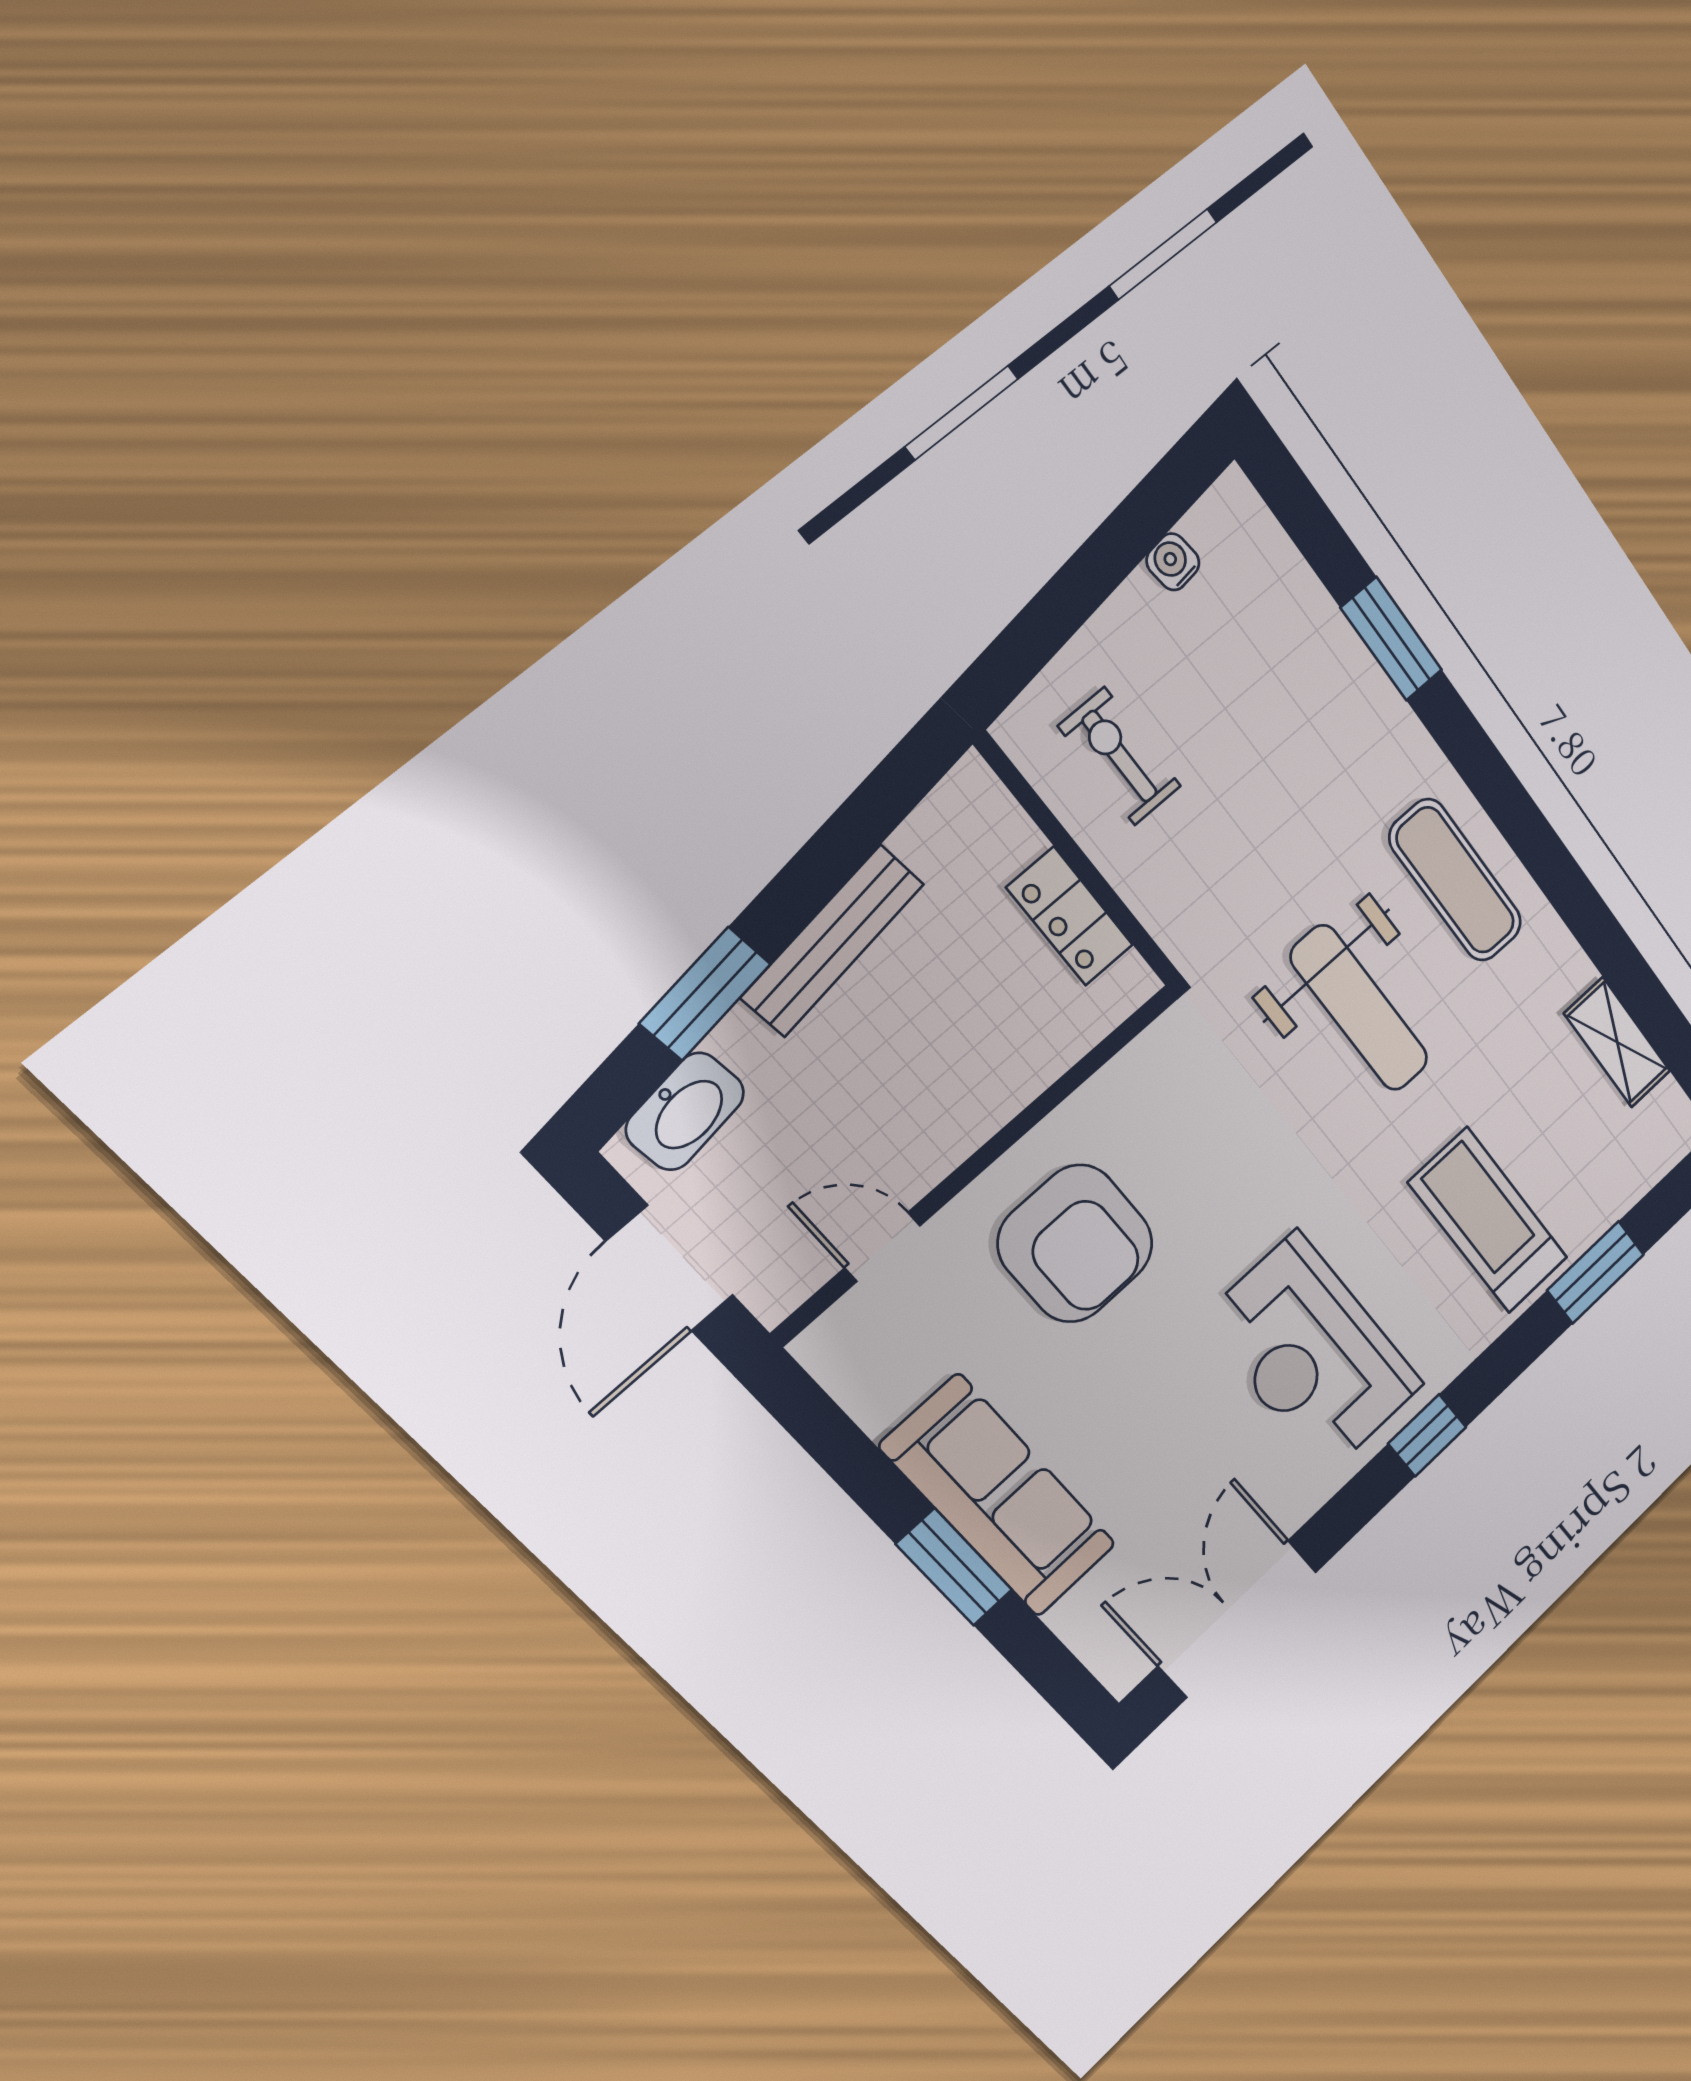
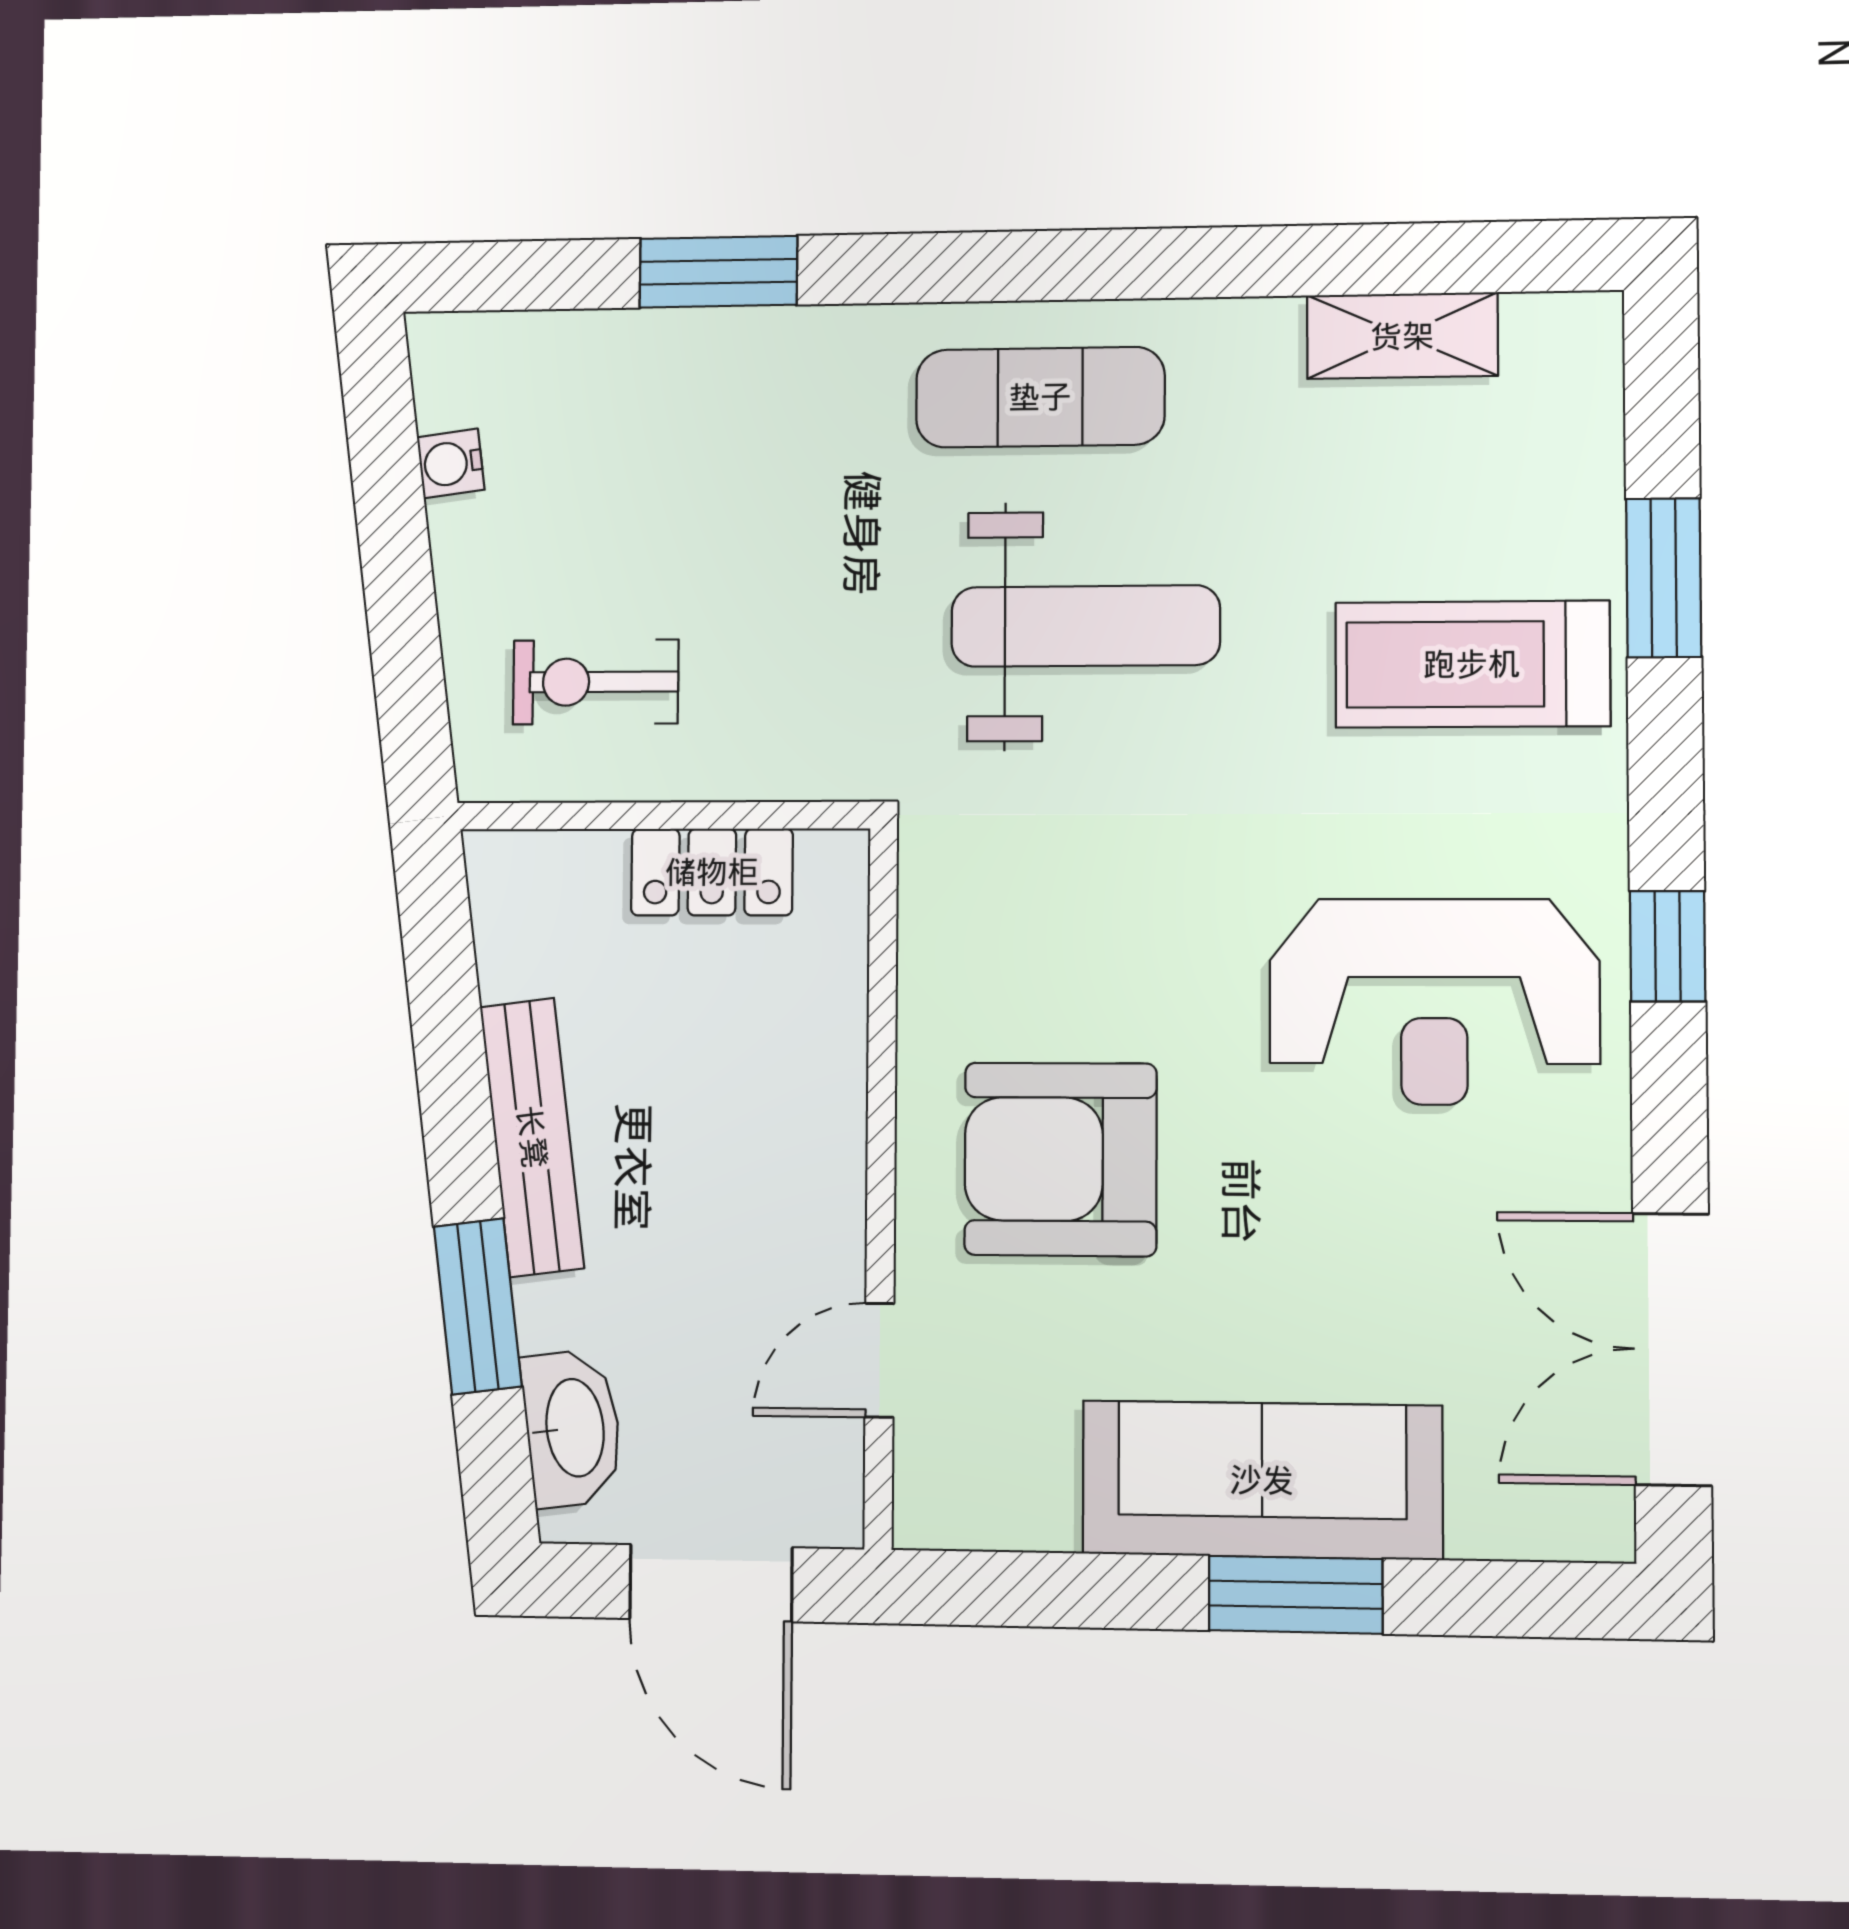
armchair: (1076, 1244) -> (1060, 1159), turned 180

